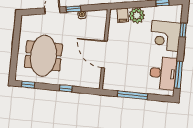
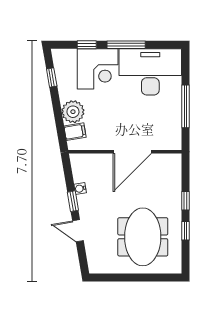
meeting table: (43, 56) -> (143, 237), turned 90
desk: (163, 73) -> (150, 72), width x1.36, depth x1.30
window: (179, 75) -> (126, 45), moved
window: (28, 85) -> (185, 231), moved

